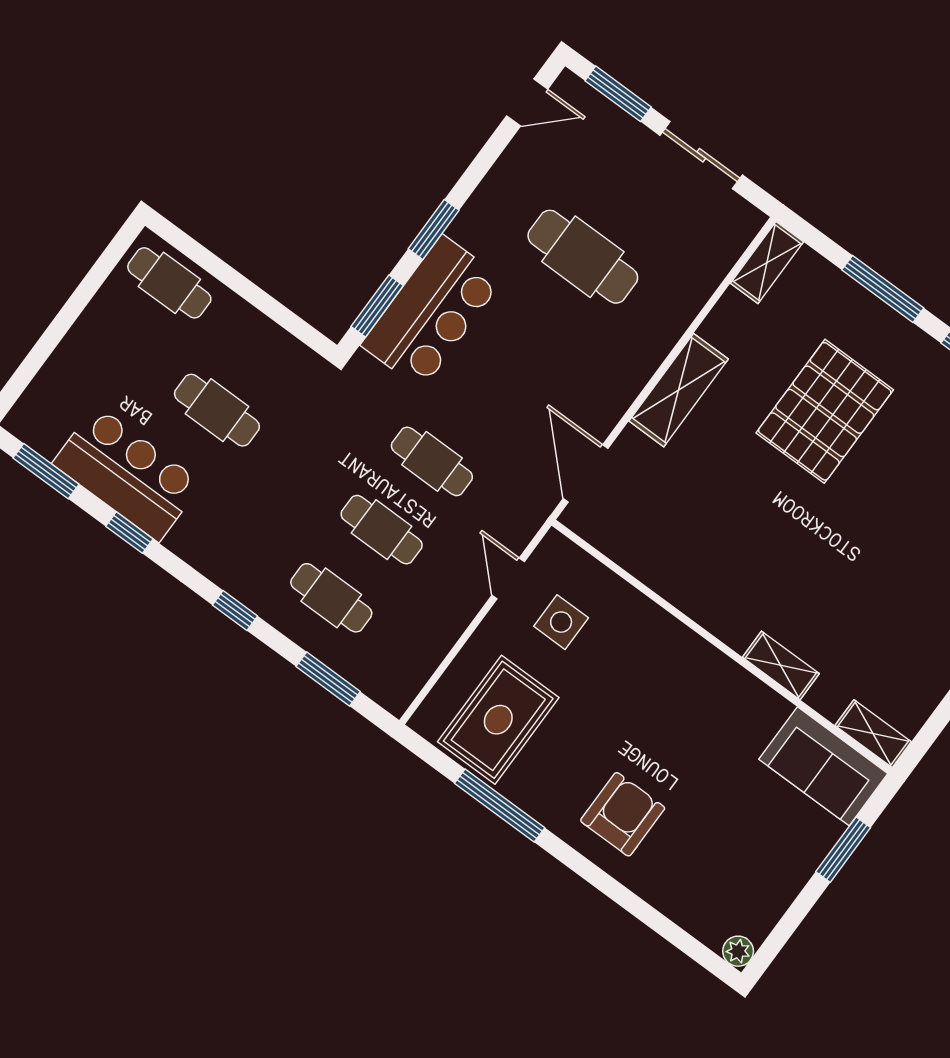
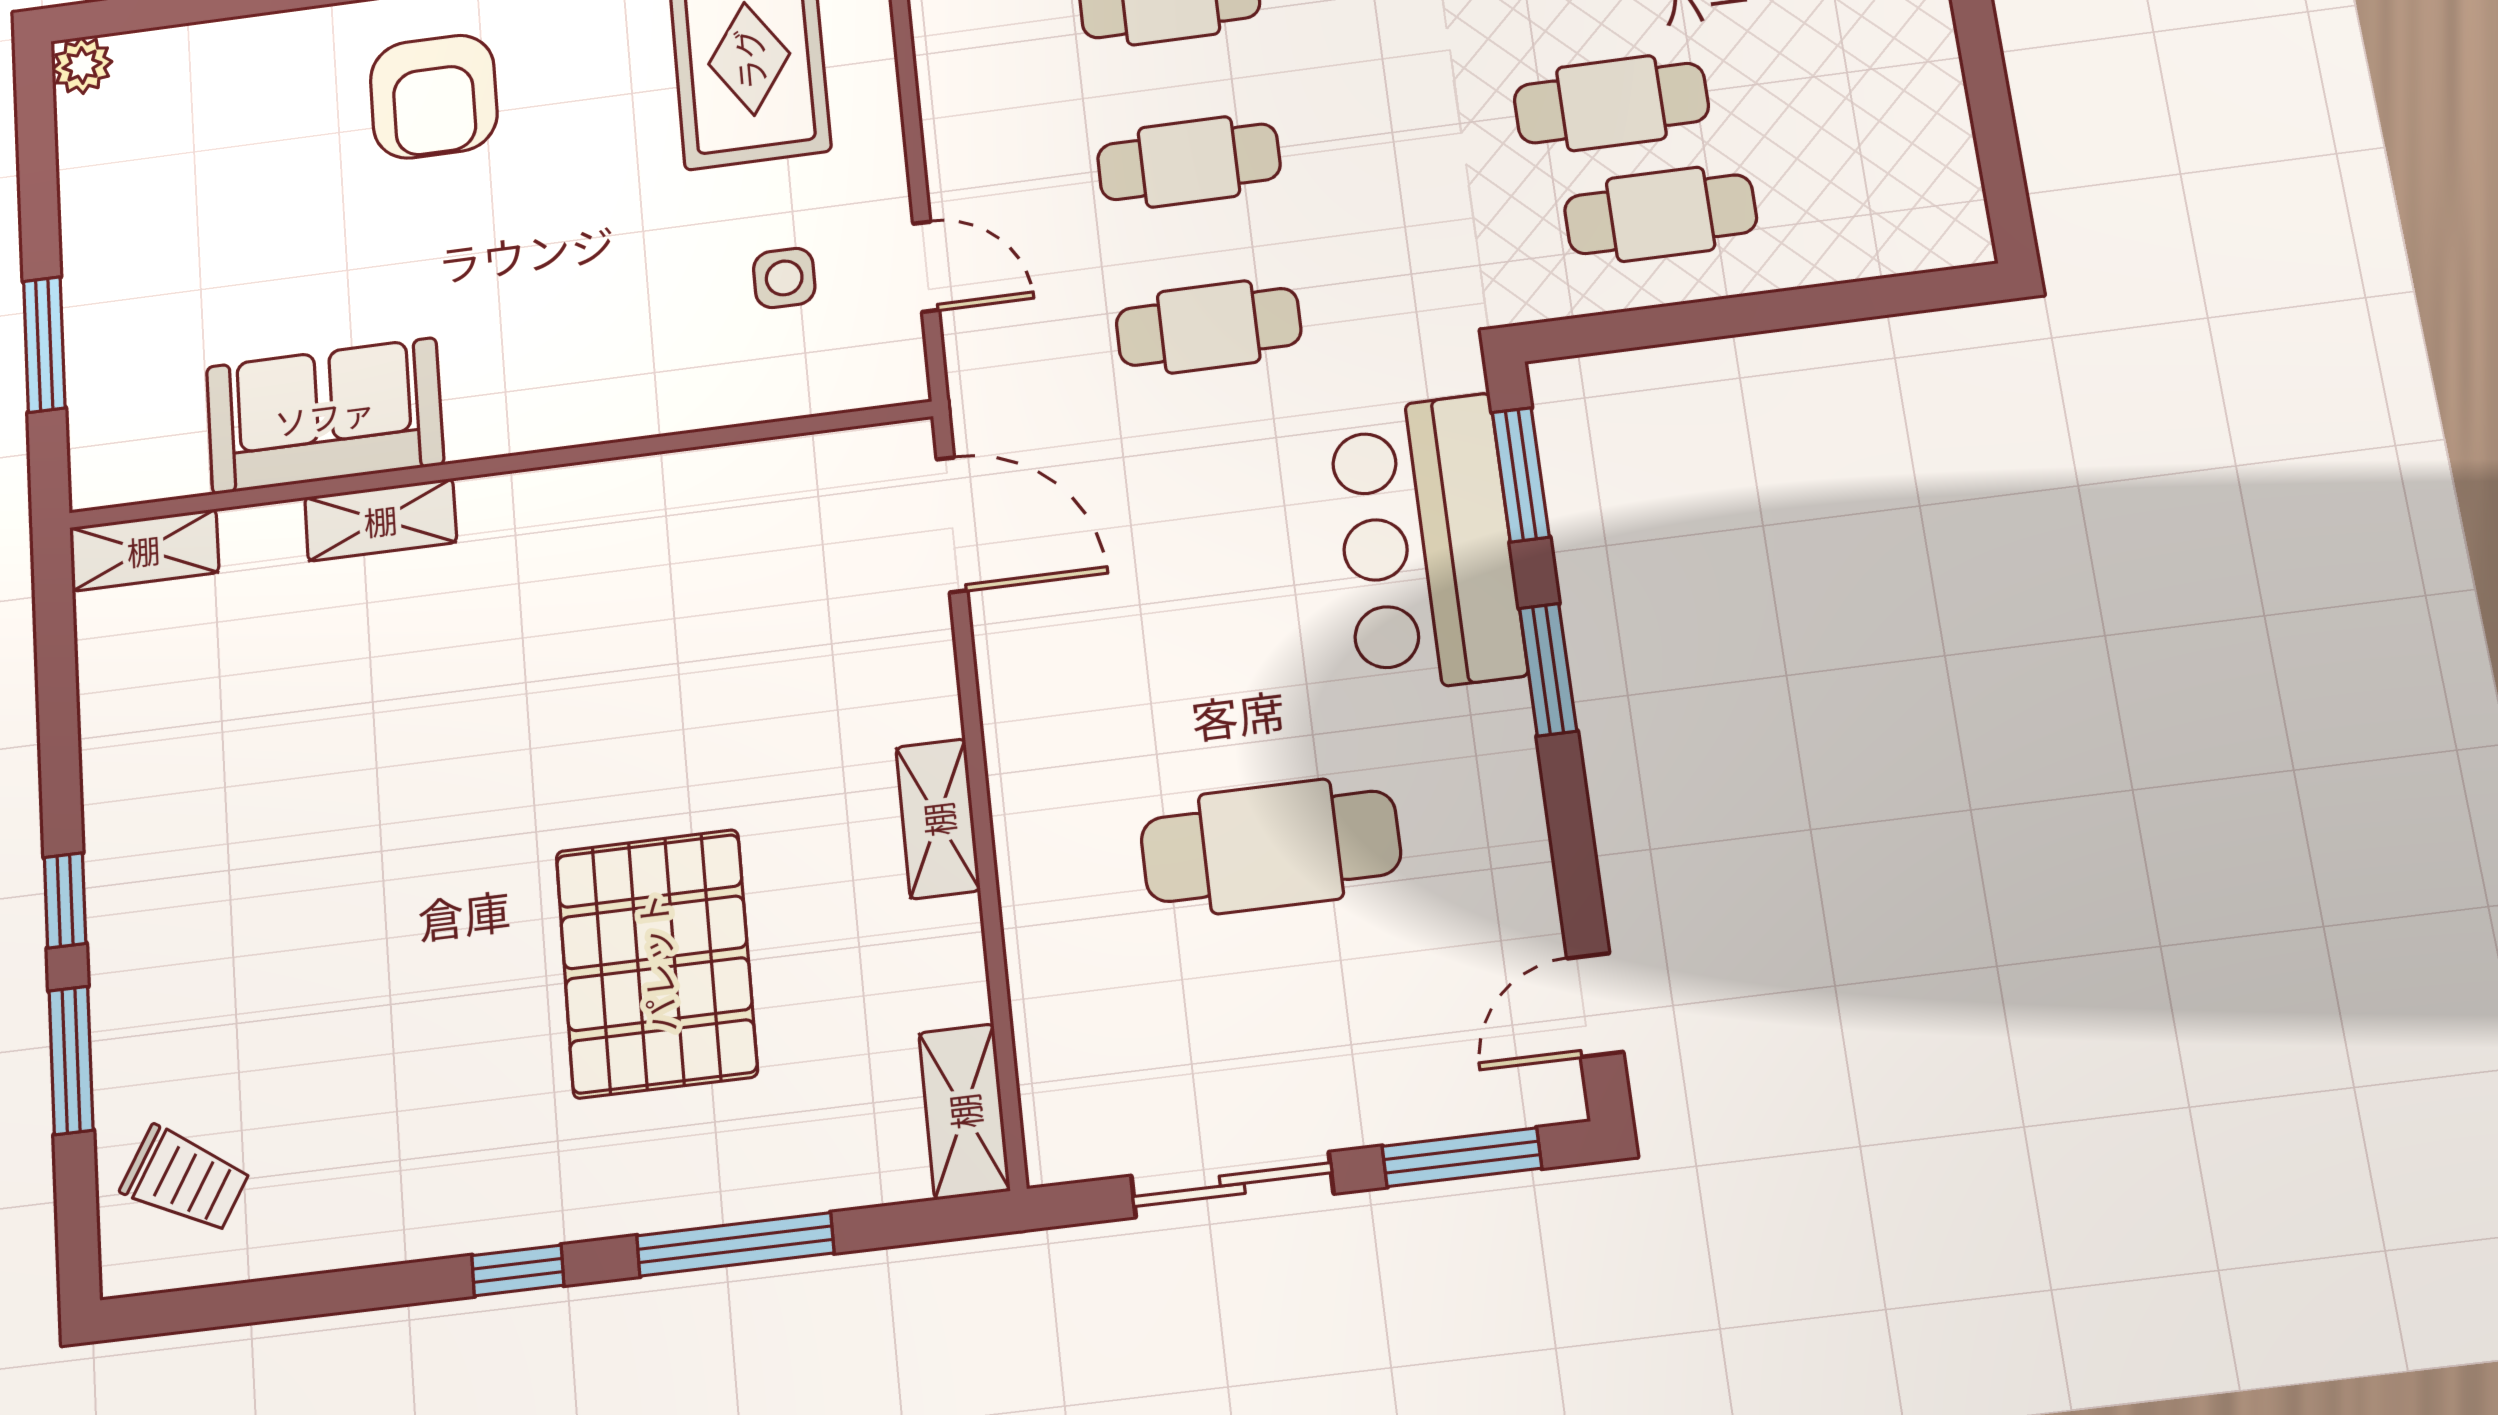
cafe table: (169, 283) -> (1661, 214), moved
shelving: (679, 390) -> (938, 819), width x0.67, depth x0.75
side table: (561, 622) -> (784, 278), width x0.73, depth x0.73
sofa: (823, 766) -> (325, 416), moved

